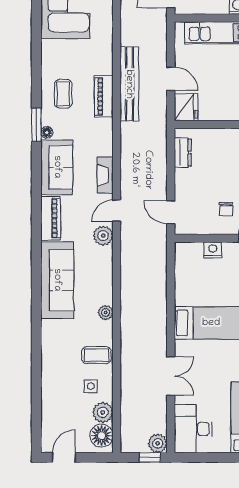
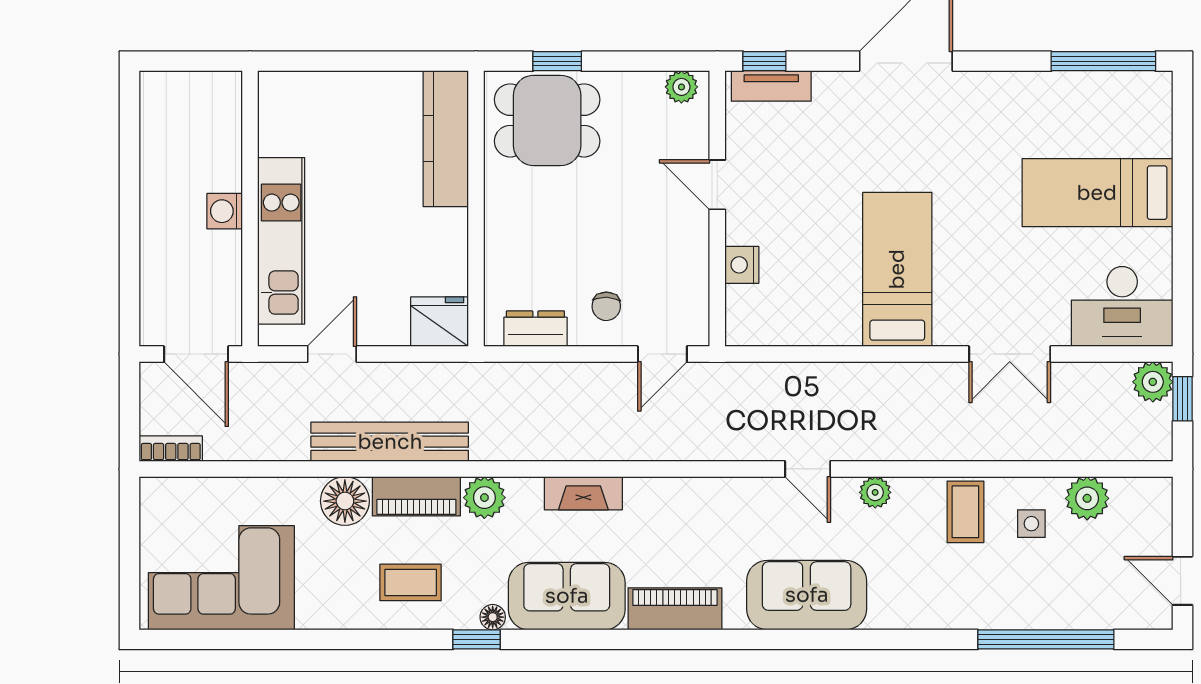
door: (171, 79) -> (332, 354), moved
window: (36, 125) -> (477, 639), width x0.67
chair: (226, 209) -> (606, 306), moved, turned 92
door: (117, 211) -> (808, 469), moved
plant: (103, 236) -> (484, 498), moved
sofa: (57, 280) -> (807, 595), width x0.73
double door: (171, 376) -> (1010, 354), swing flipped
window: (36, 393) -> (1046, 639), added
floor lamp: (102, 436) -> (345, 501), moved

